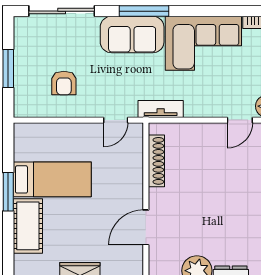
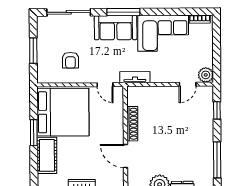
door: (116, 120) -> (105, 85), hinge flipped
shoe rack: (156, 161) -> (132, 124), moved
bed: (52, 179) -> (63, 112), width x2.04
door: (146, 227) -> (126, 156), hinge flipped

